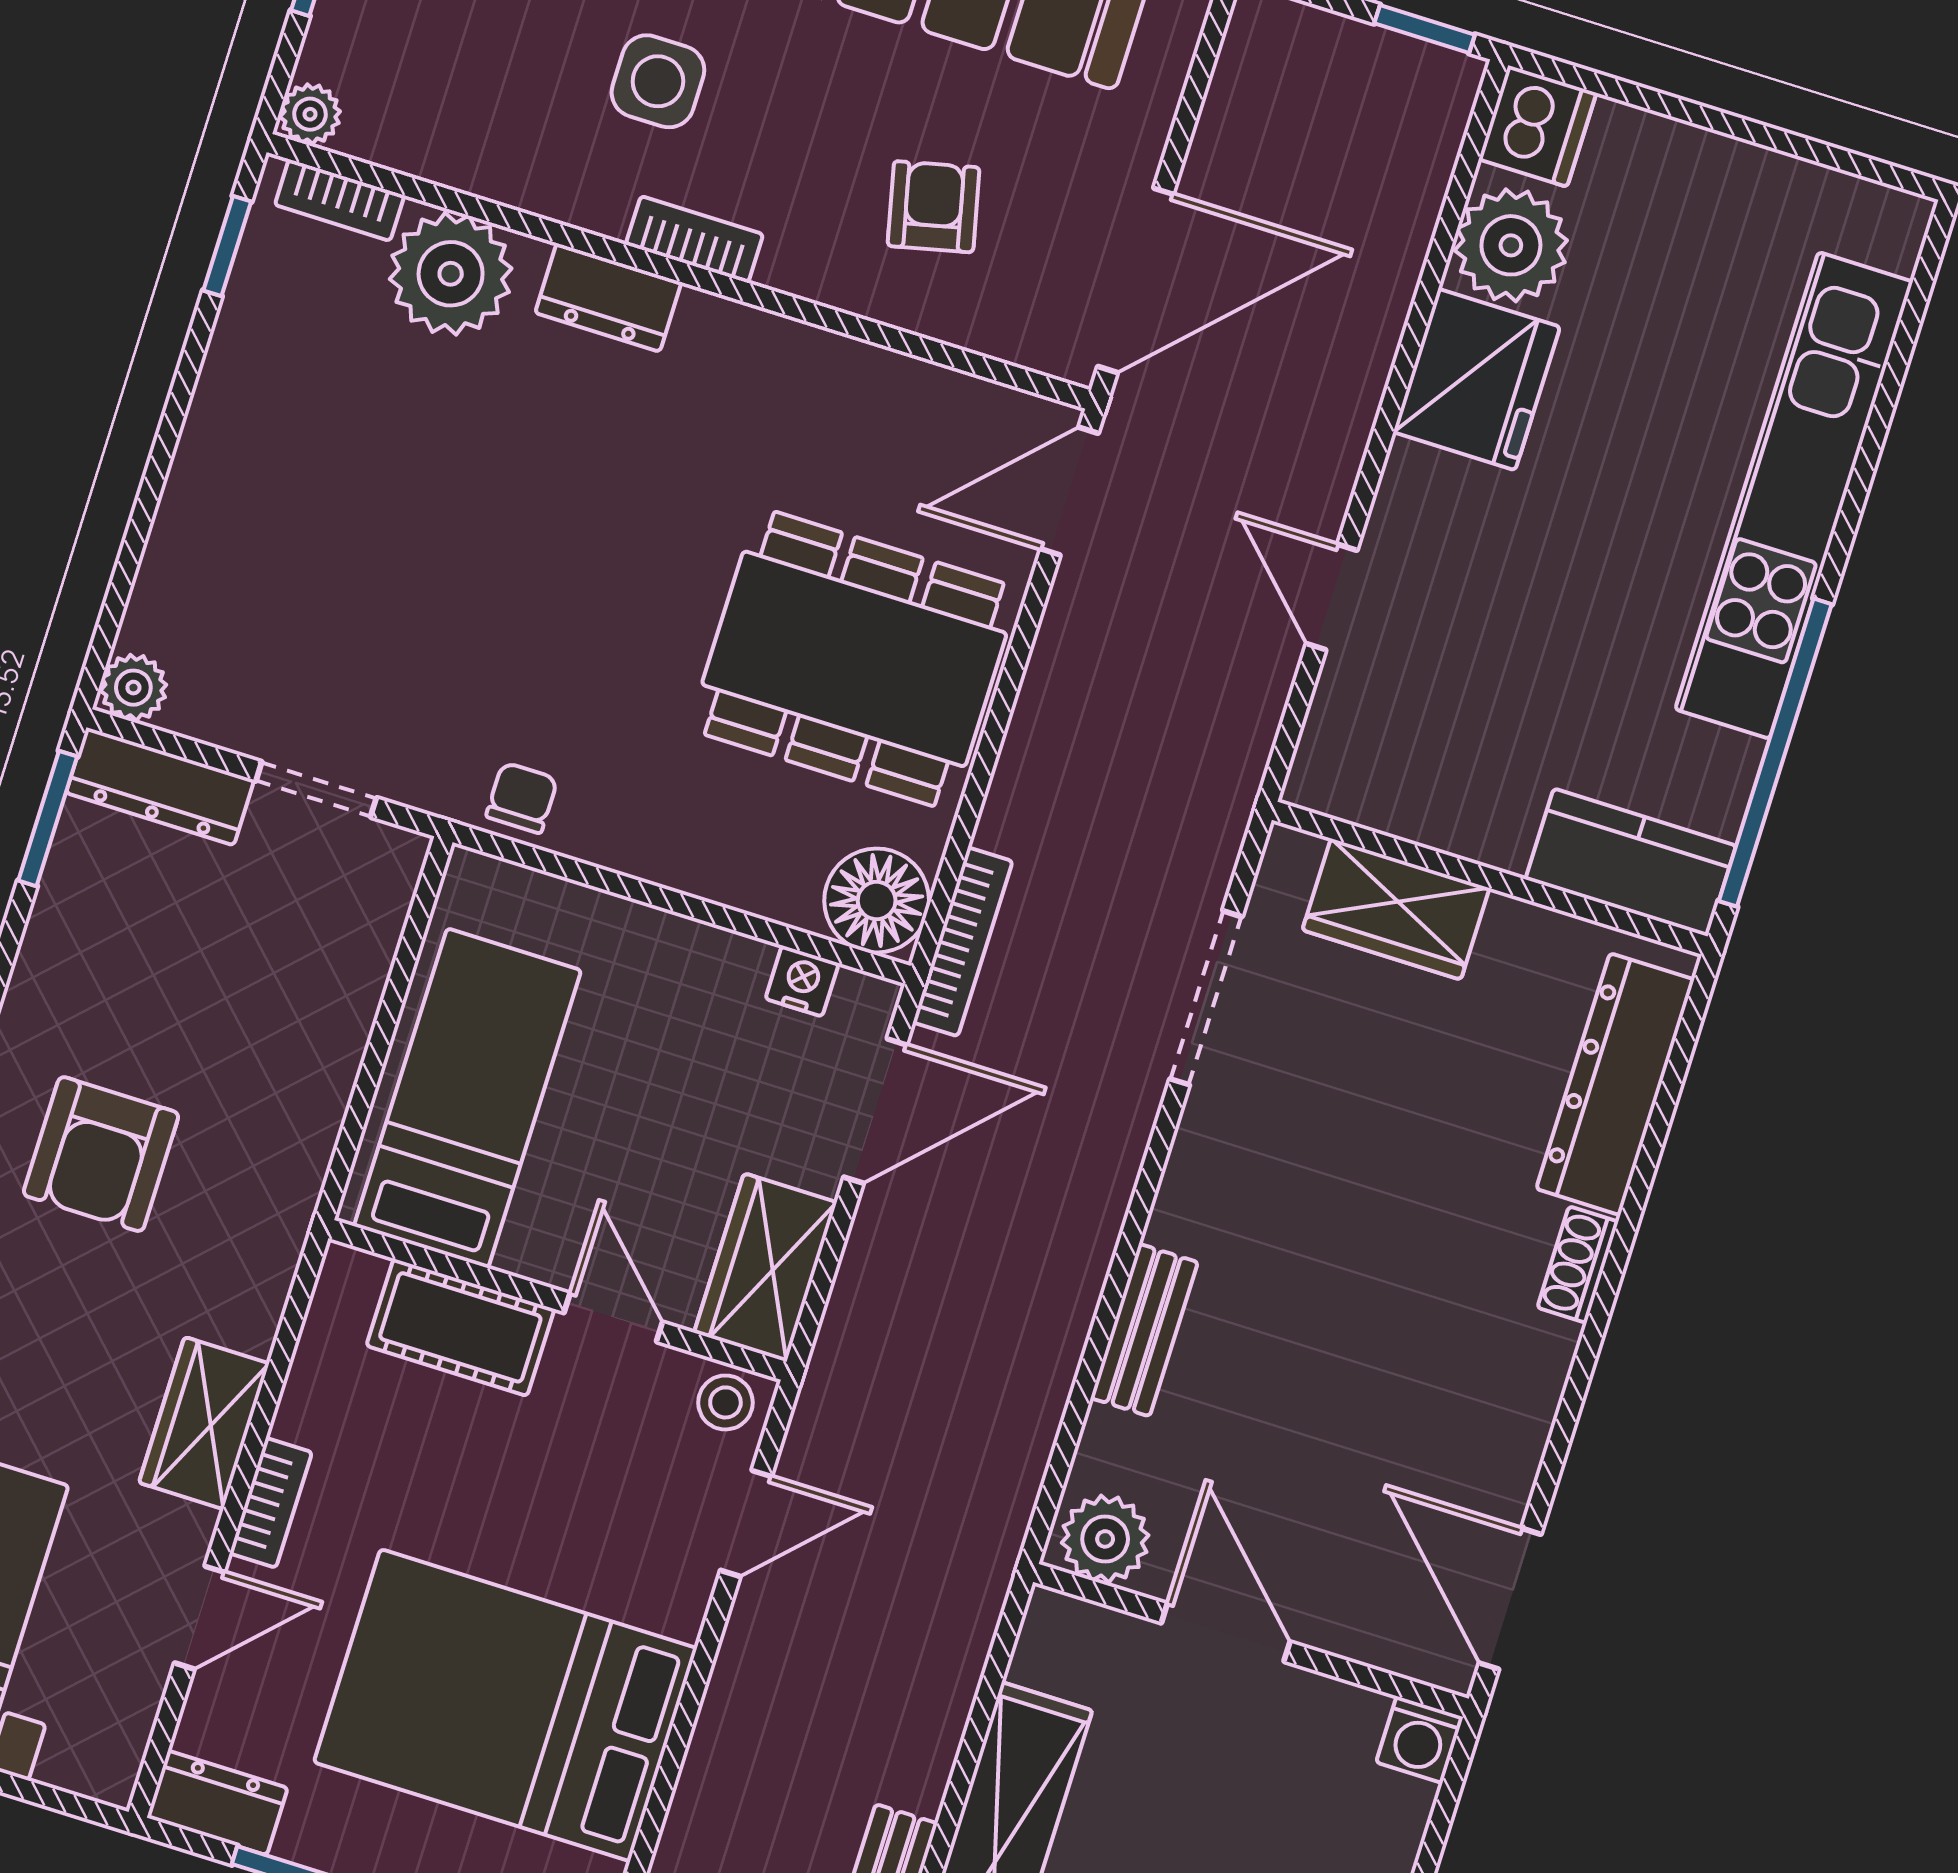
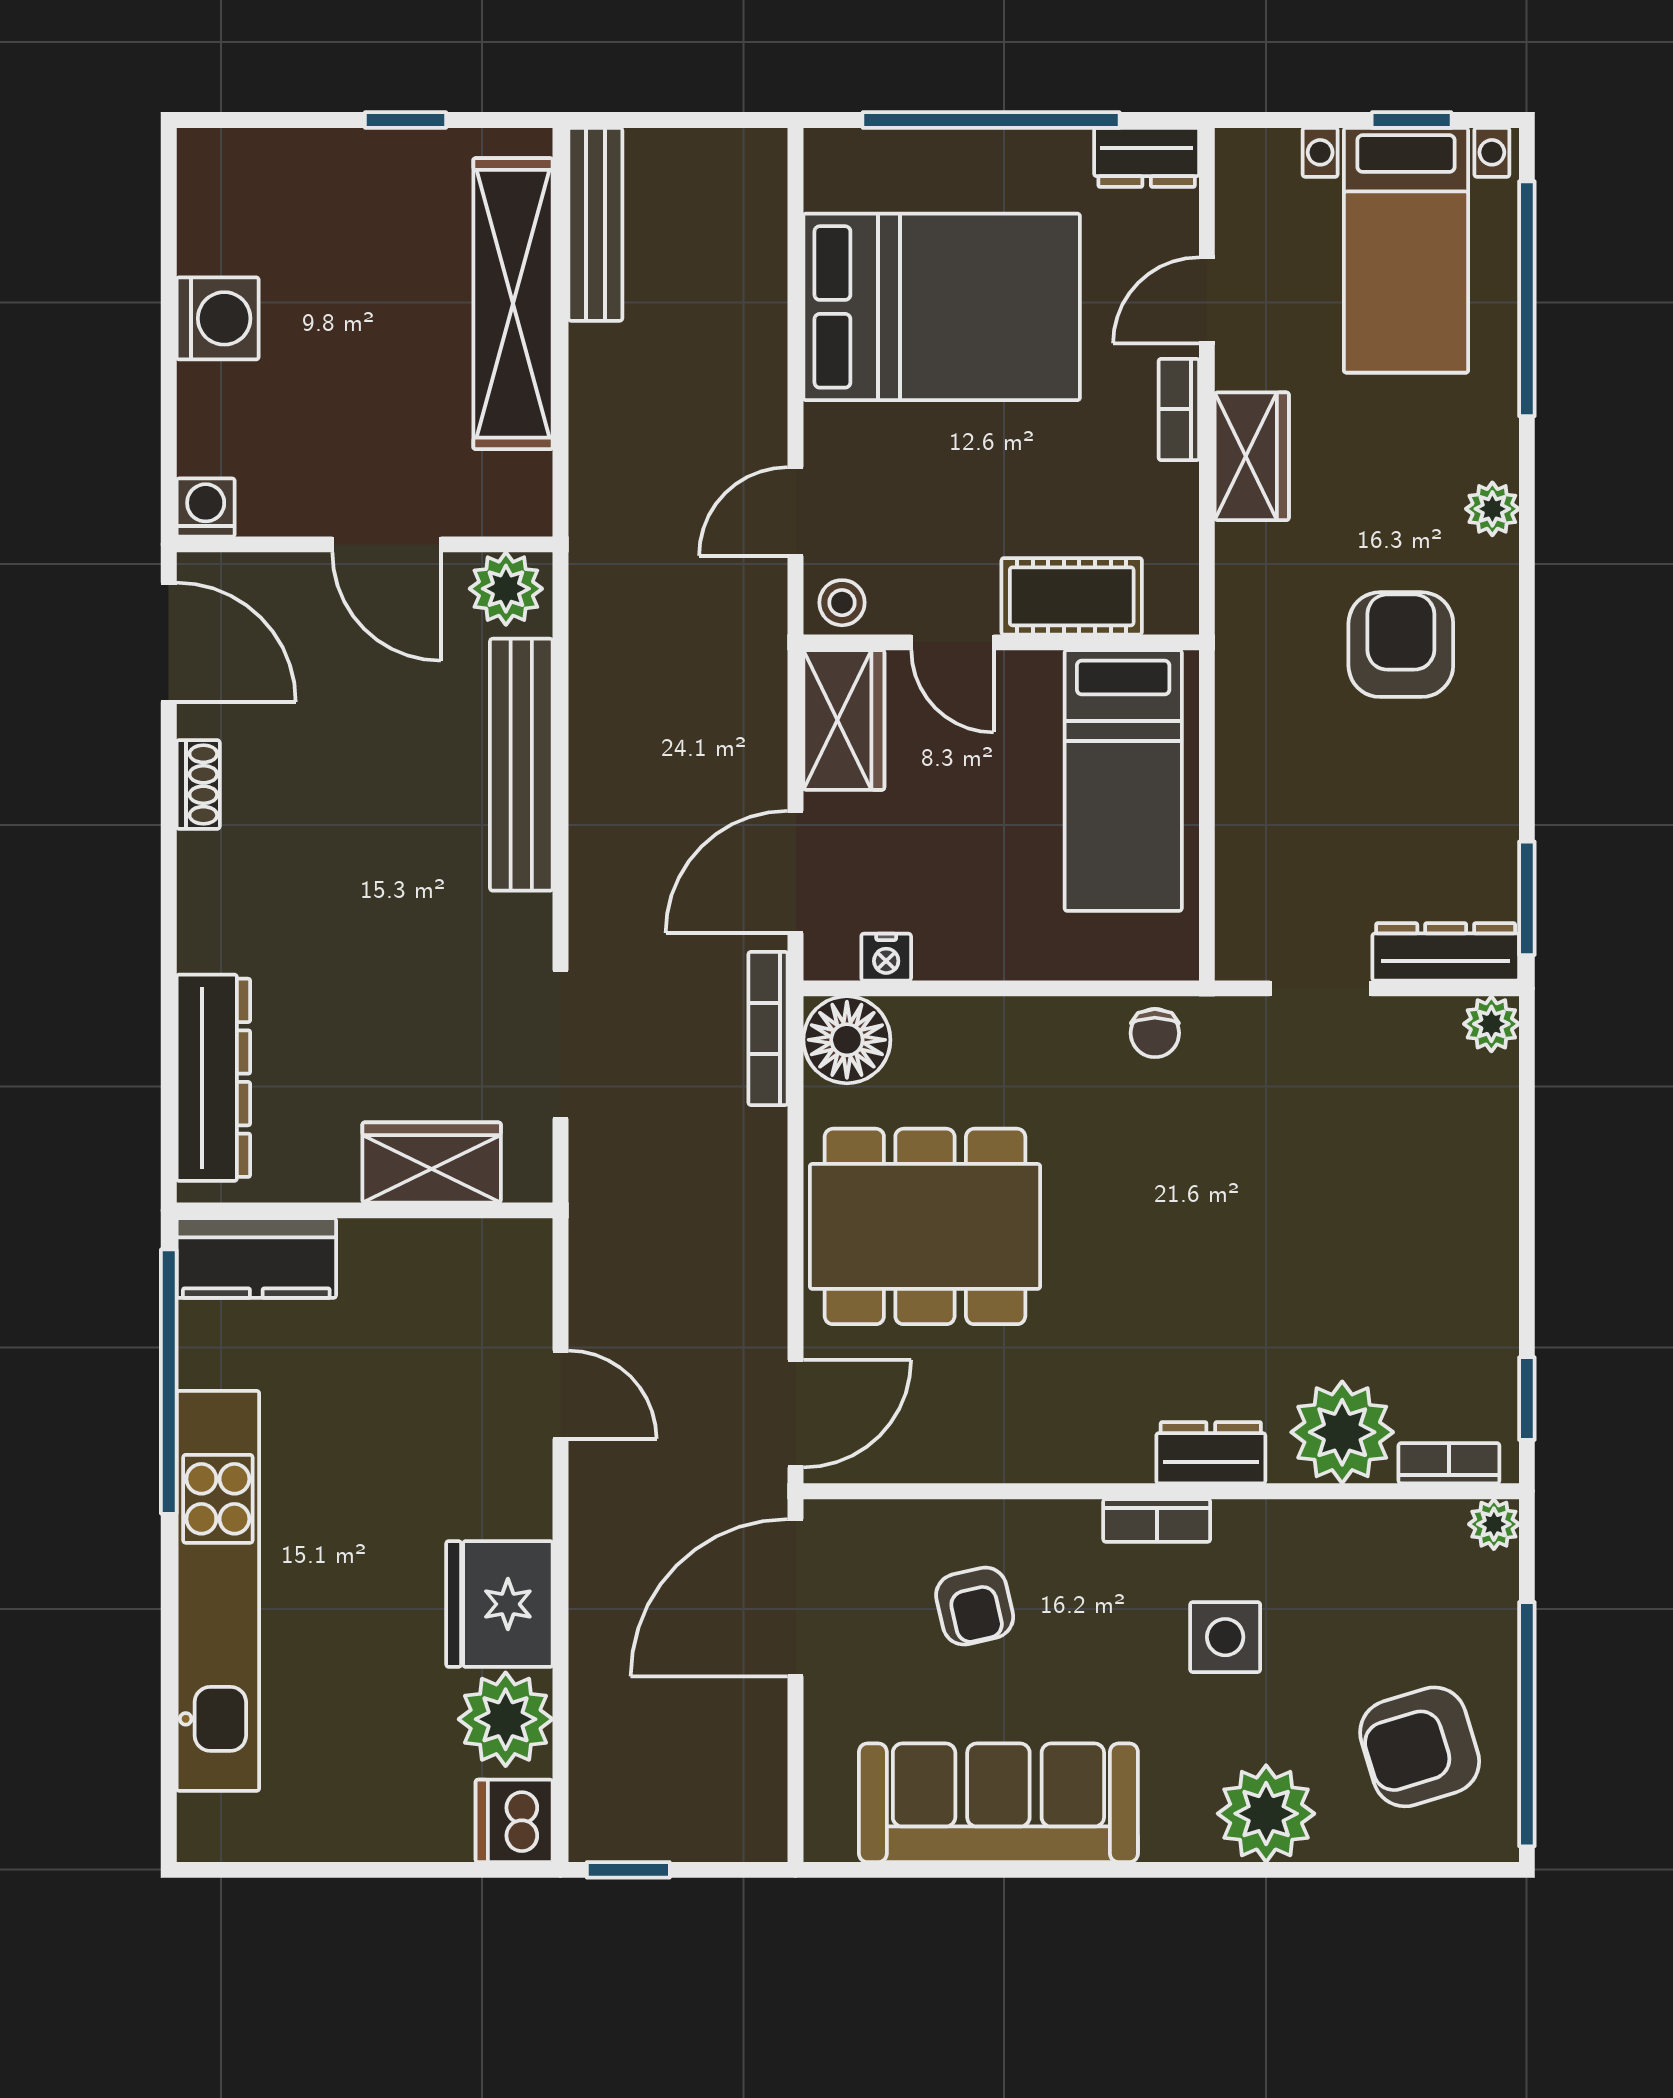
shoe rack: (1578, 1265) -> (198, 784), moved
bench: (1144, 1330) -> (521, 765), width x1.86, depth x1.21

